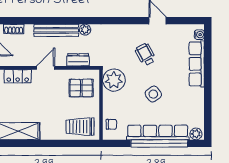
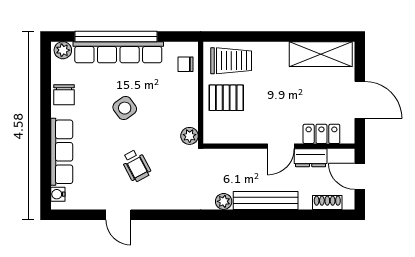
dresser: (78, 60) -> (311, 158), moved
plant: (114, 80) -> (190, 136), width x0.53, depth x0.53
pallet: (81, 88) -> (226, 98), moved
chair: (195, 103) -> (64, 95), added

